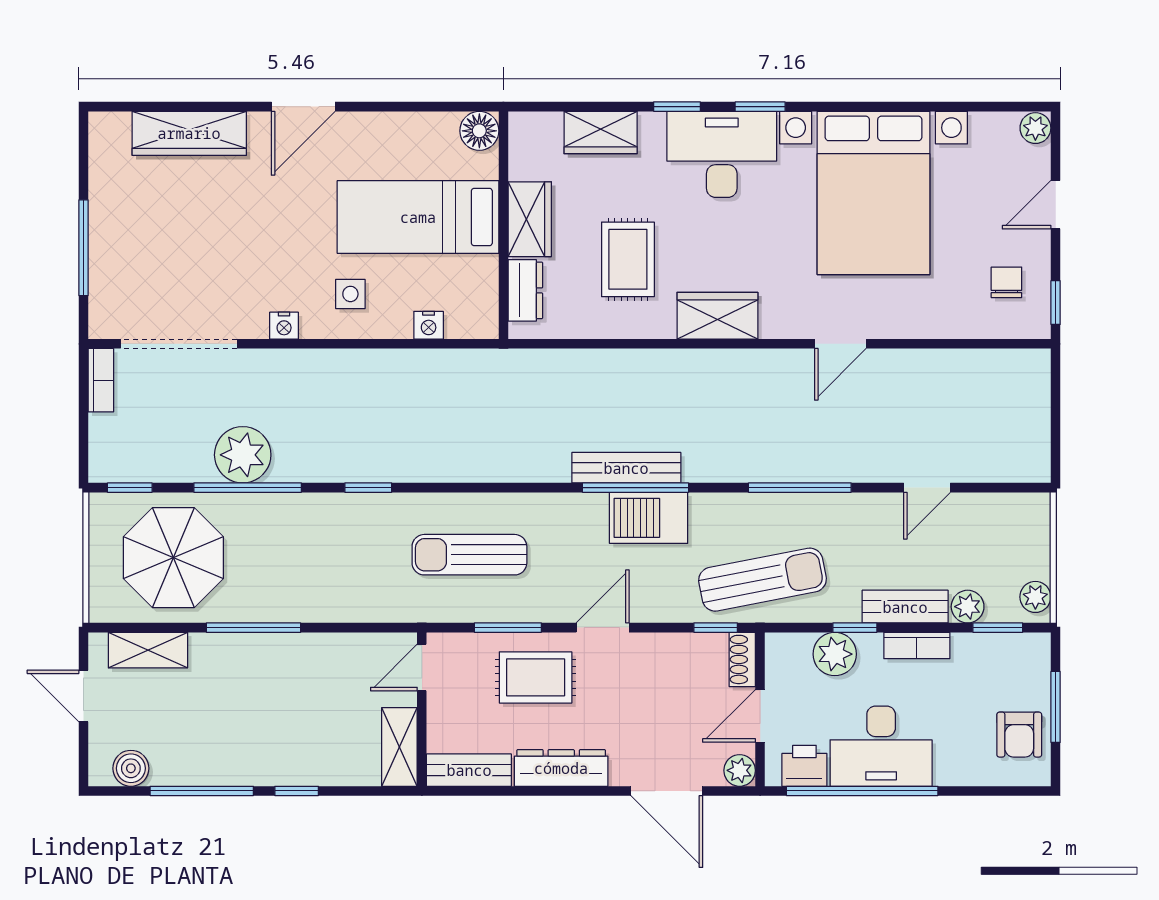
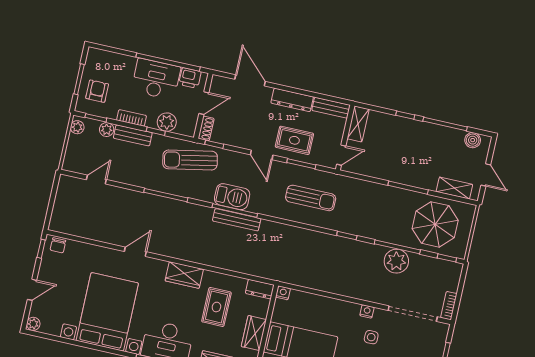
chair: (1006, 282) -> (58, 245), moved
dresser: (525, 290) -> (260, 289), moved, turned -90
side table: (350, 294) -> (371, 337), moved
nightstand: (429, 325) -> (283, 293), moved
door: (927, 488) -> (96, 180), moved
door: (603, 628) -> (262, 155), hinge flipped
armchair: (1019, 735) -> (97, 91), moved
plant: (740, 770) -> (218, 82), removed

